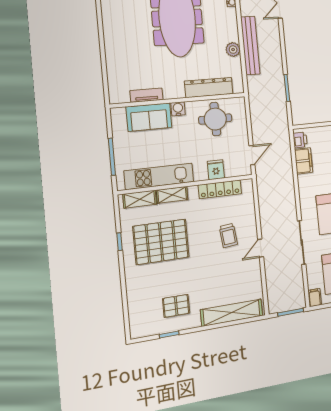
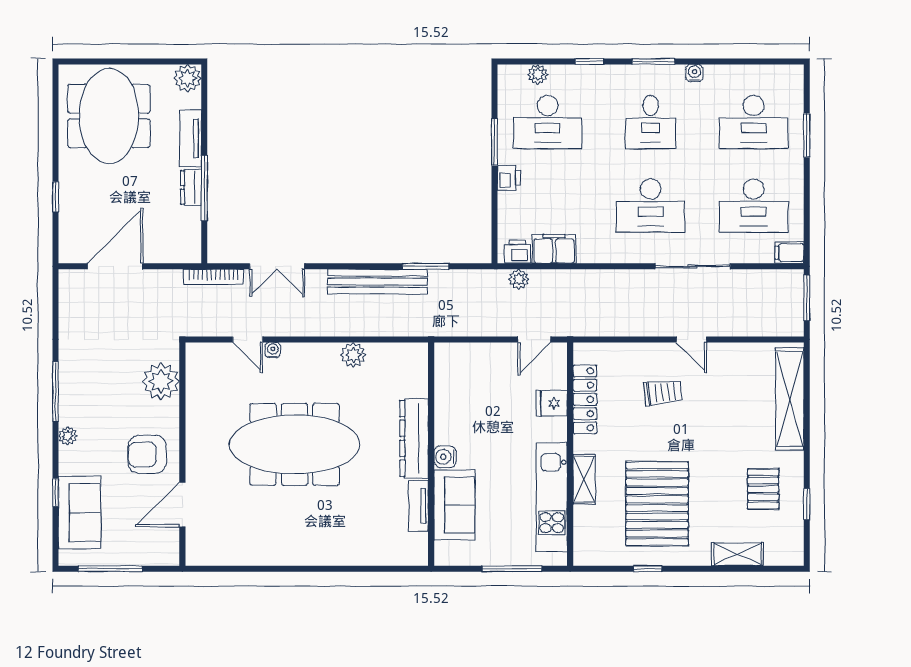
bench: (250, 45) -> (377, 282), moved
dresser: (209, 87) -> (414, 438), moved
round table: (215, 119) -> (468, 396), removed
plant: (285, 142) -> (519, 279), added
door: (252, 155) -> (534, 339), swing flipped
shelving: (140, 199) -> (737, 554), moved, turned 90

